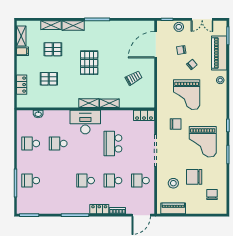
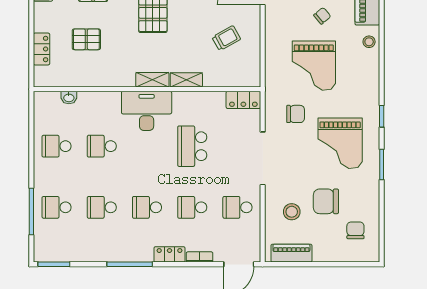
school desk: (58, 181) -> (102, 207), added

